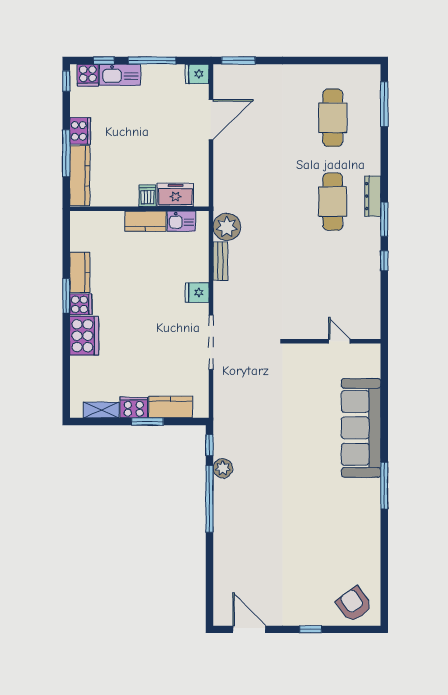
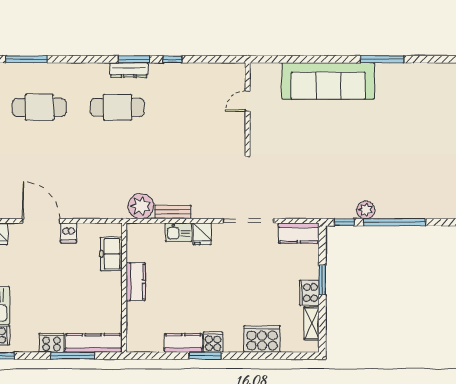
dishwasher: (147, 196) -> (69, 233), moved, turned -90
dresser: (373, 196) -> (129, 70), moved
kitchen sink: (181, 221) -> (178, 232), moved, turned 90
cooker: (84, 336) -> (262, 339), moved
kitchen counter: (170, 407) -> (299, 233), moved, turned -90

